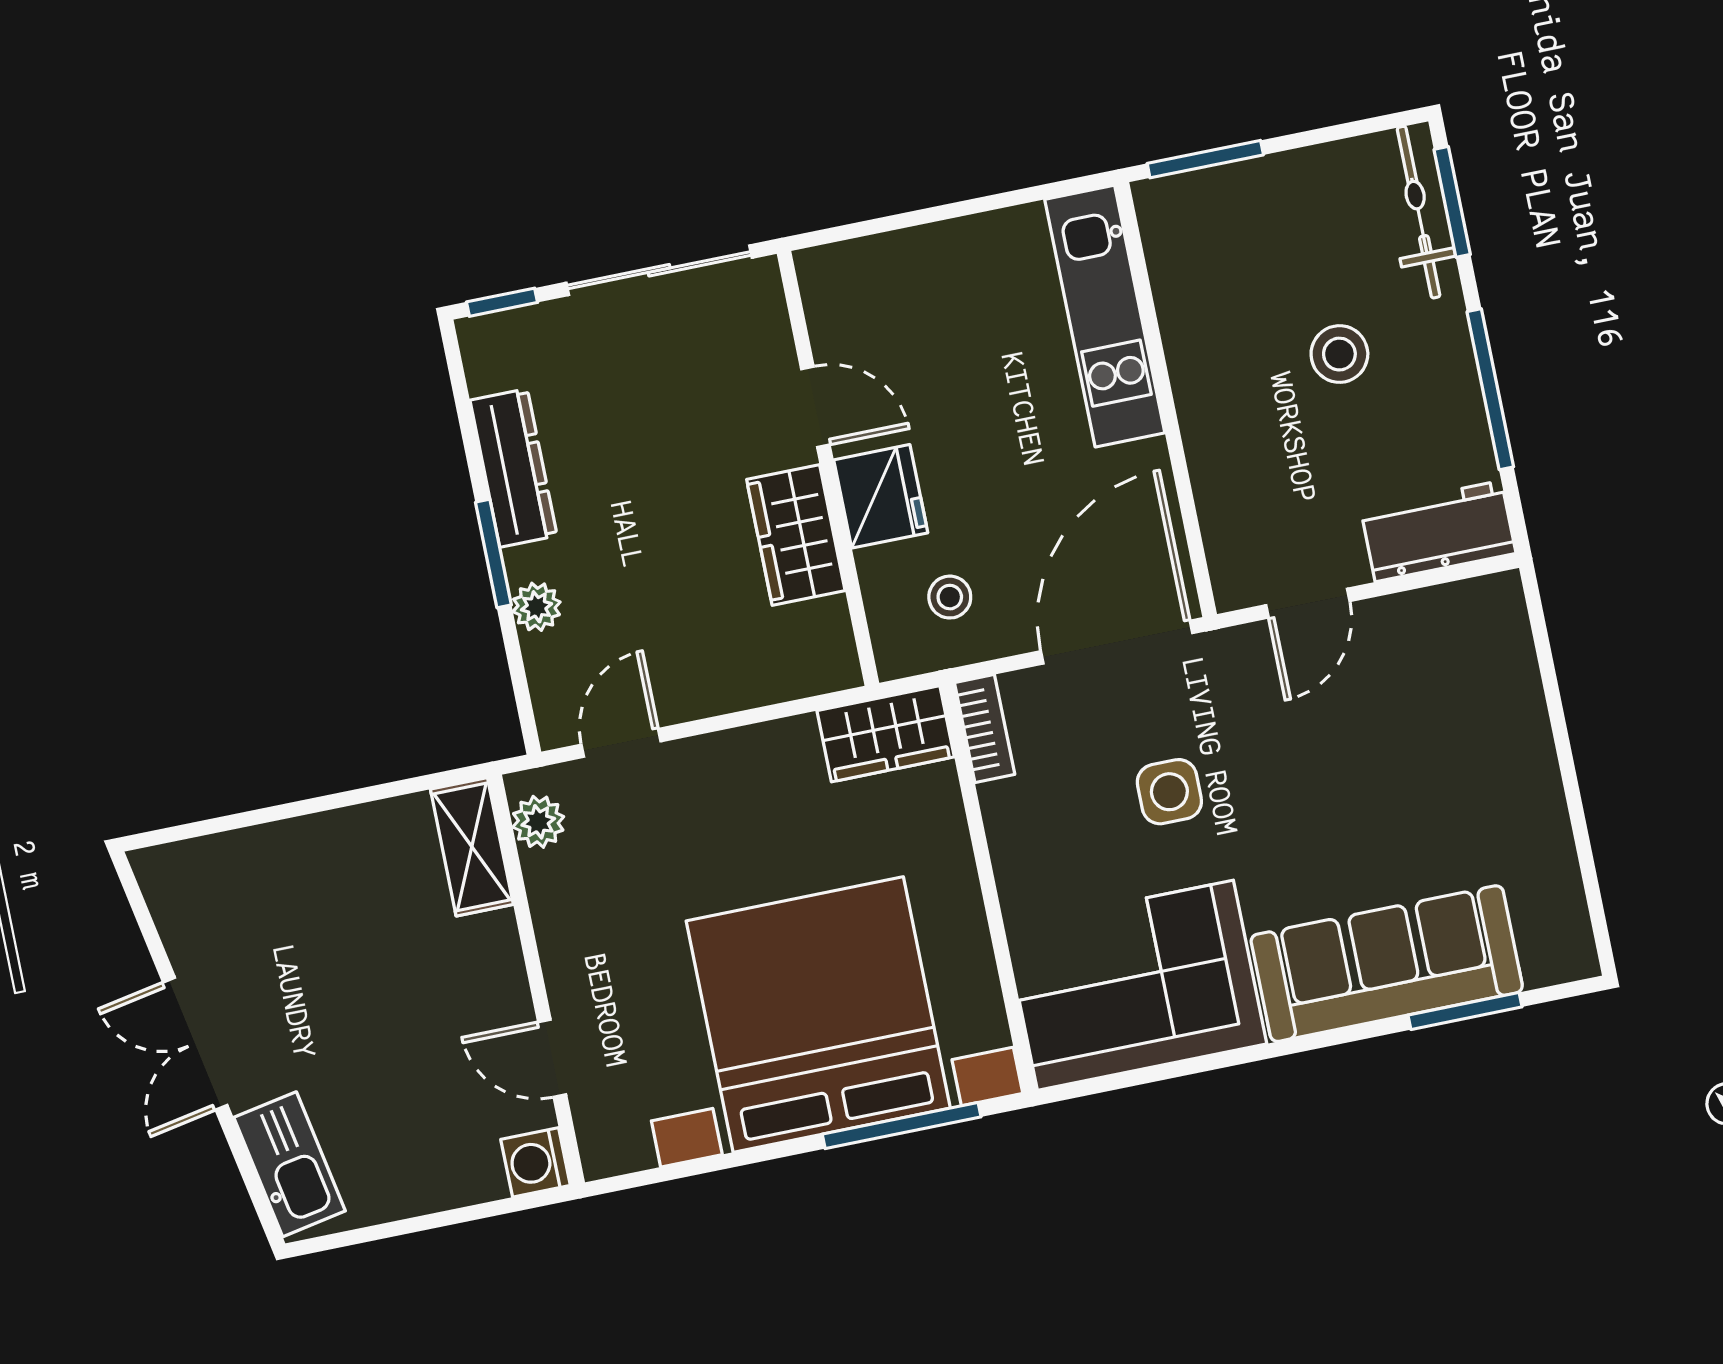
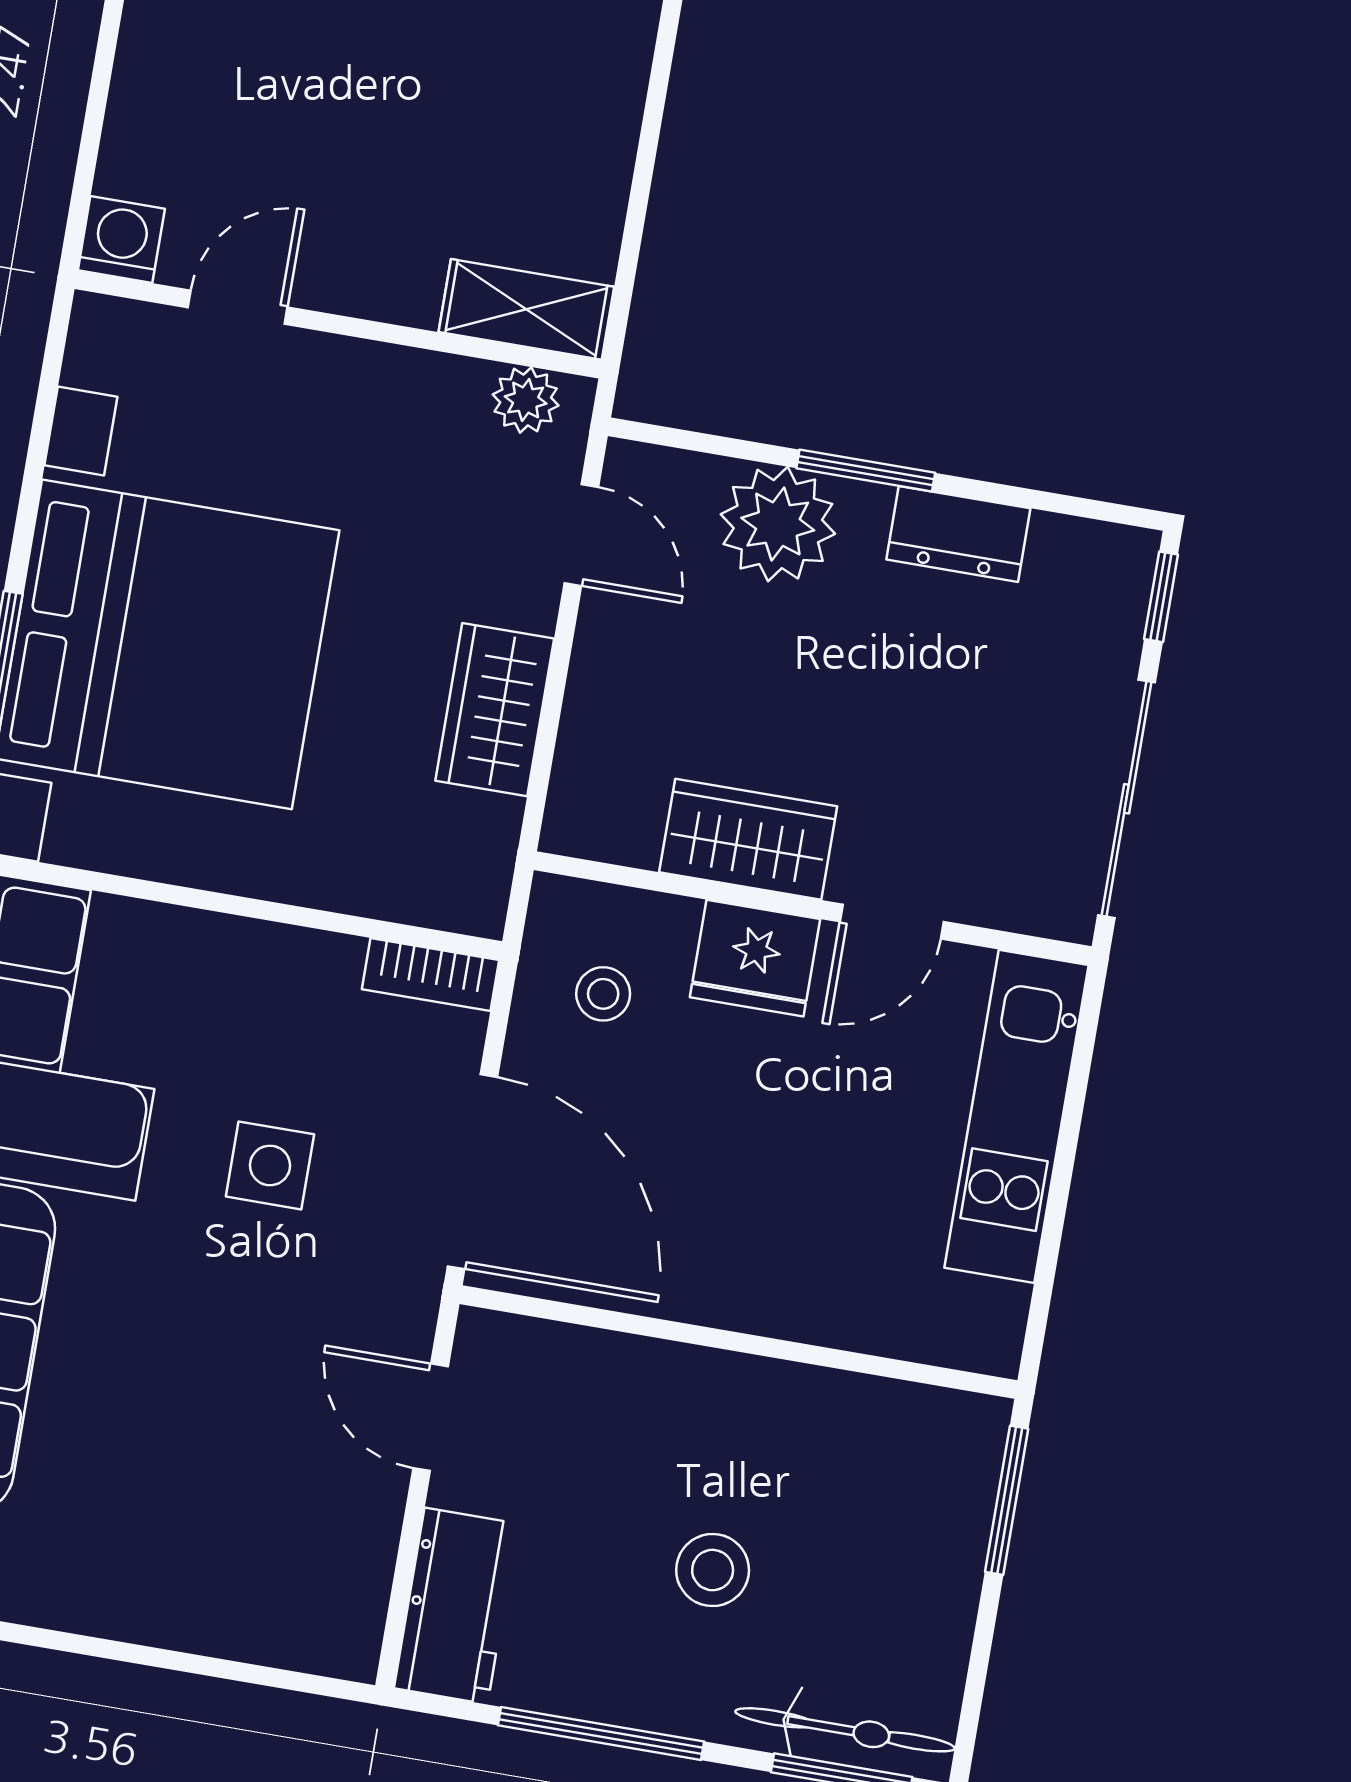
kitchen unit: (1105, 316) -> (1017, 1116), moved, turned -90
dresser: (514, 468) -> (958, 534), width x0.70
plant: (537, 607) -> (778, 524), width x1.88, depth x1.88
wardrobe: (886, 734) -> (495, 710), moved

